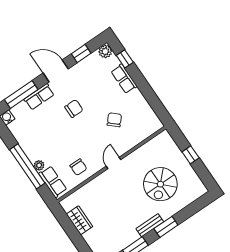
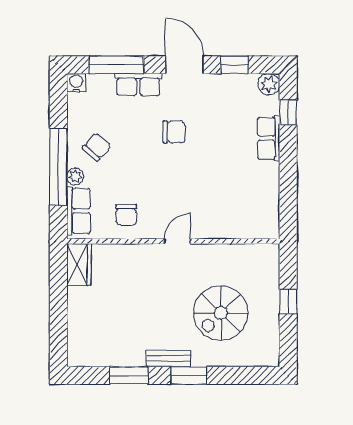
chair: (114, 120) -> (97, 147), moved
wardrobe: (79, 220) -> (79, 264), moved

